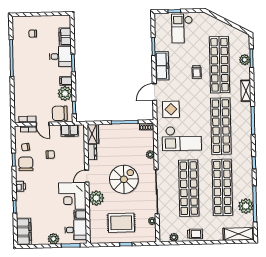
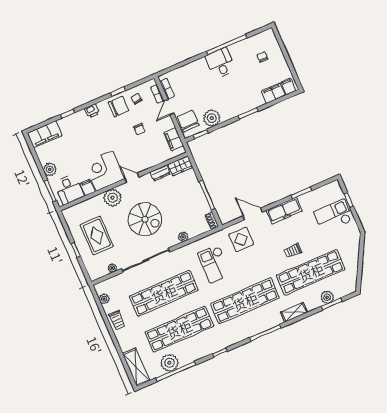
desk: (60, 56) -> (220, 63), moved, turned 180
filing cabinet: (66, 81) -> (288, 86), moved
checkout: (182, 138) -> (214, 264), width x0.73, depth x0.83

